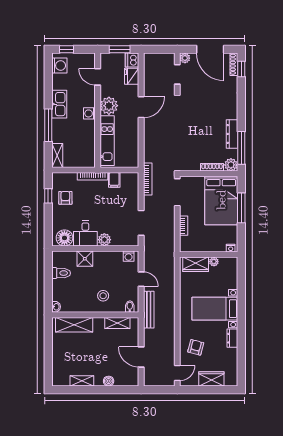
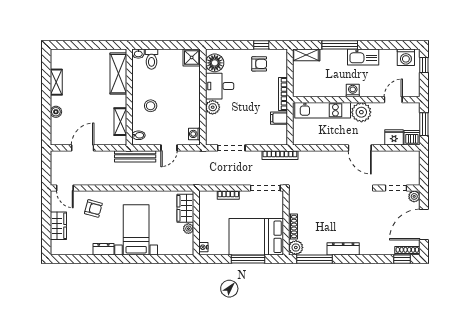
dresser: (232, 134) -> (343, 249), moved
shower: (85, 259) -> (192, 57), moved
toilet: (61, 273) -> (152, 59), moved

